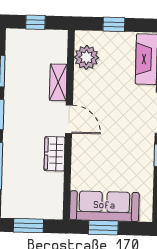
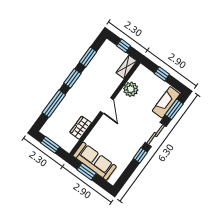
plant: (86, 57) -> (131, 89), moved
shelving: (58, 82) -> (126, 67), moved
wardrobe: (55, 154) -> (81, 128), moved

